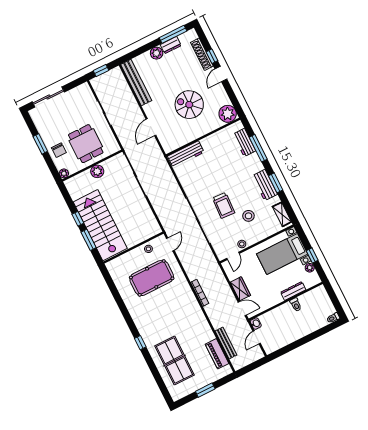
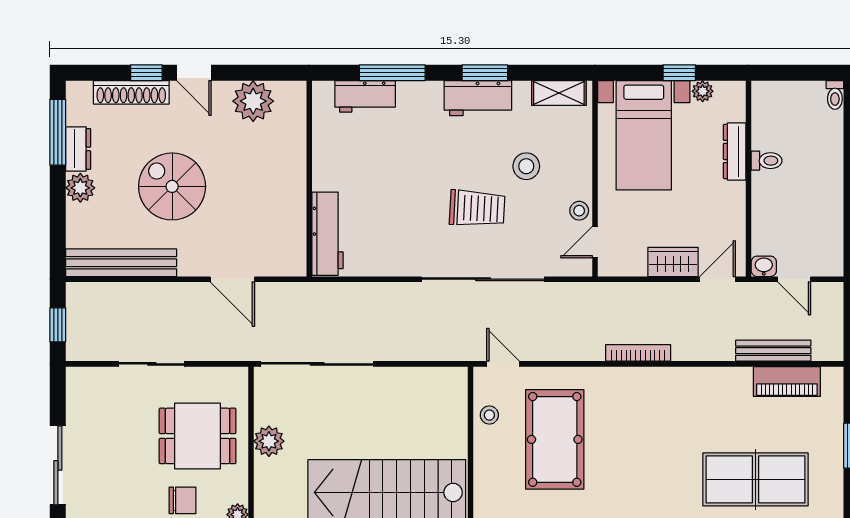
spiral stairs: (189, 105) -> (172, 186), moved, turned 90
plant: (228, 114) -> (253, 101), moved
door: (233, 256) -> (595, 242), swing flipped

